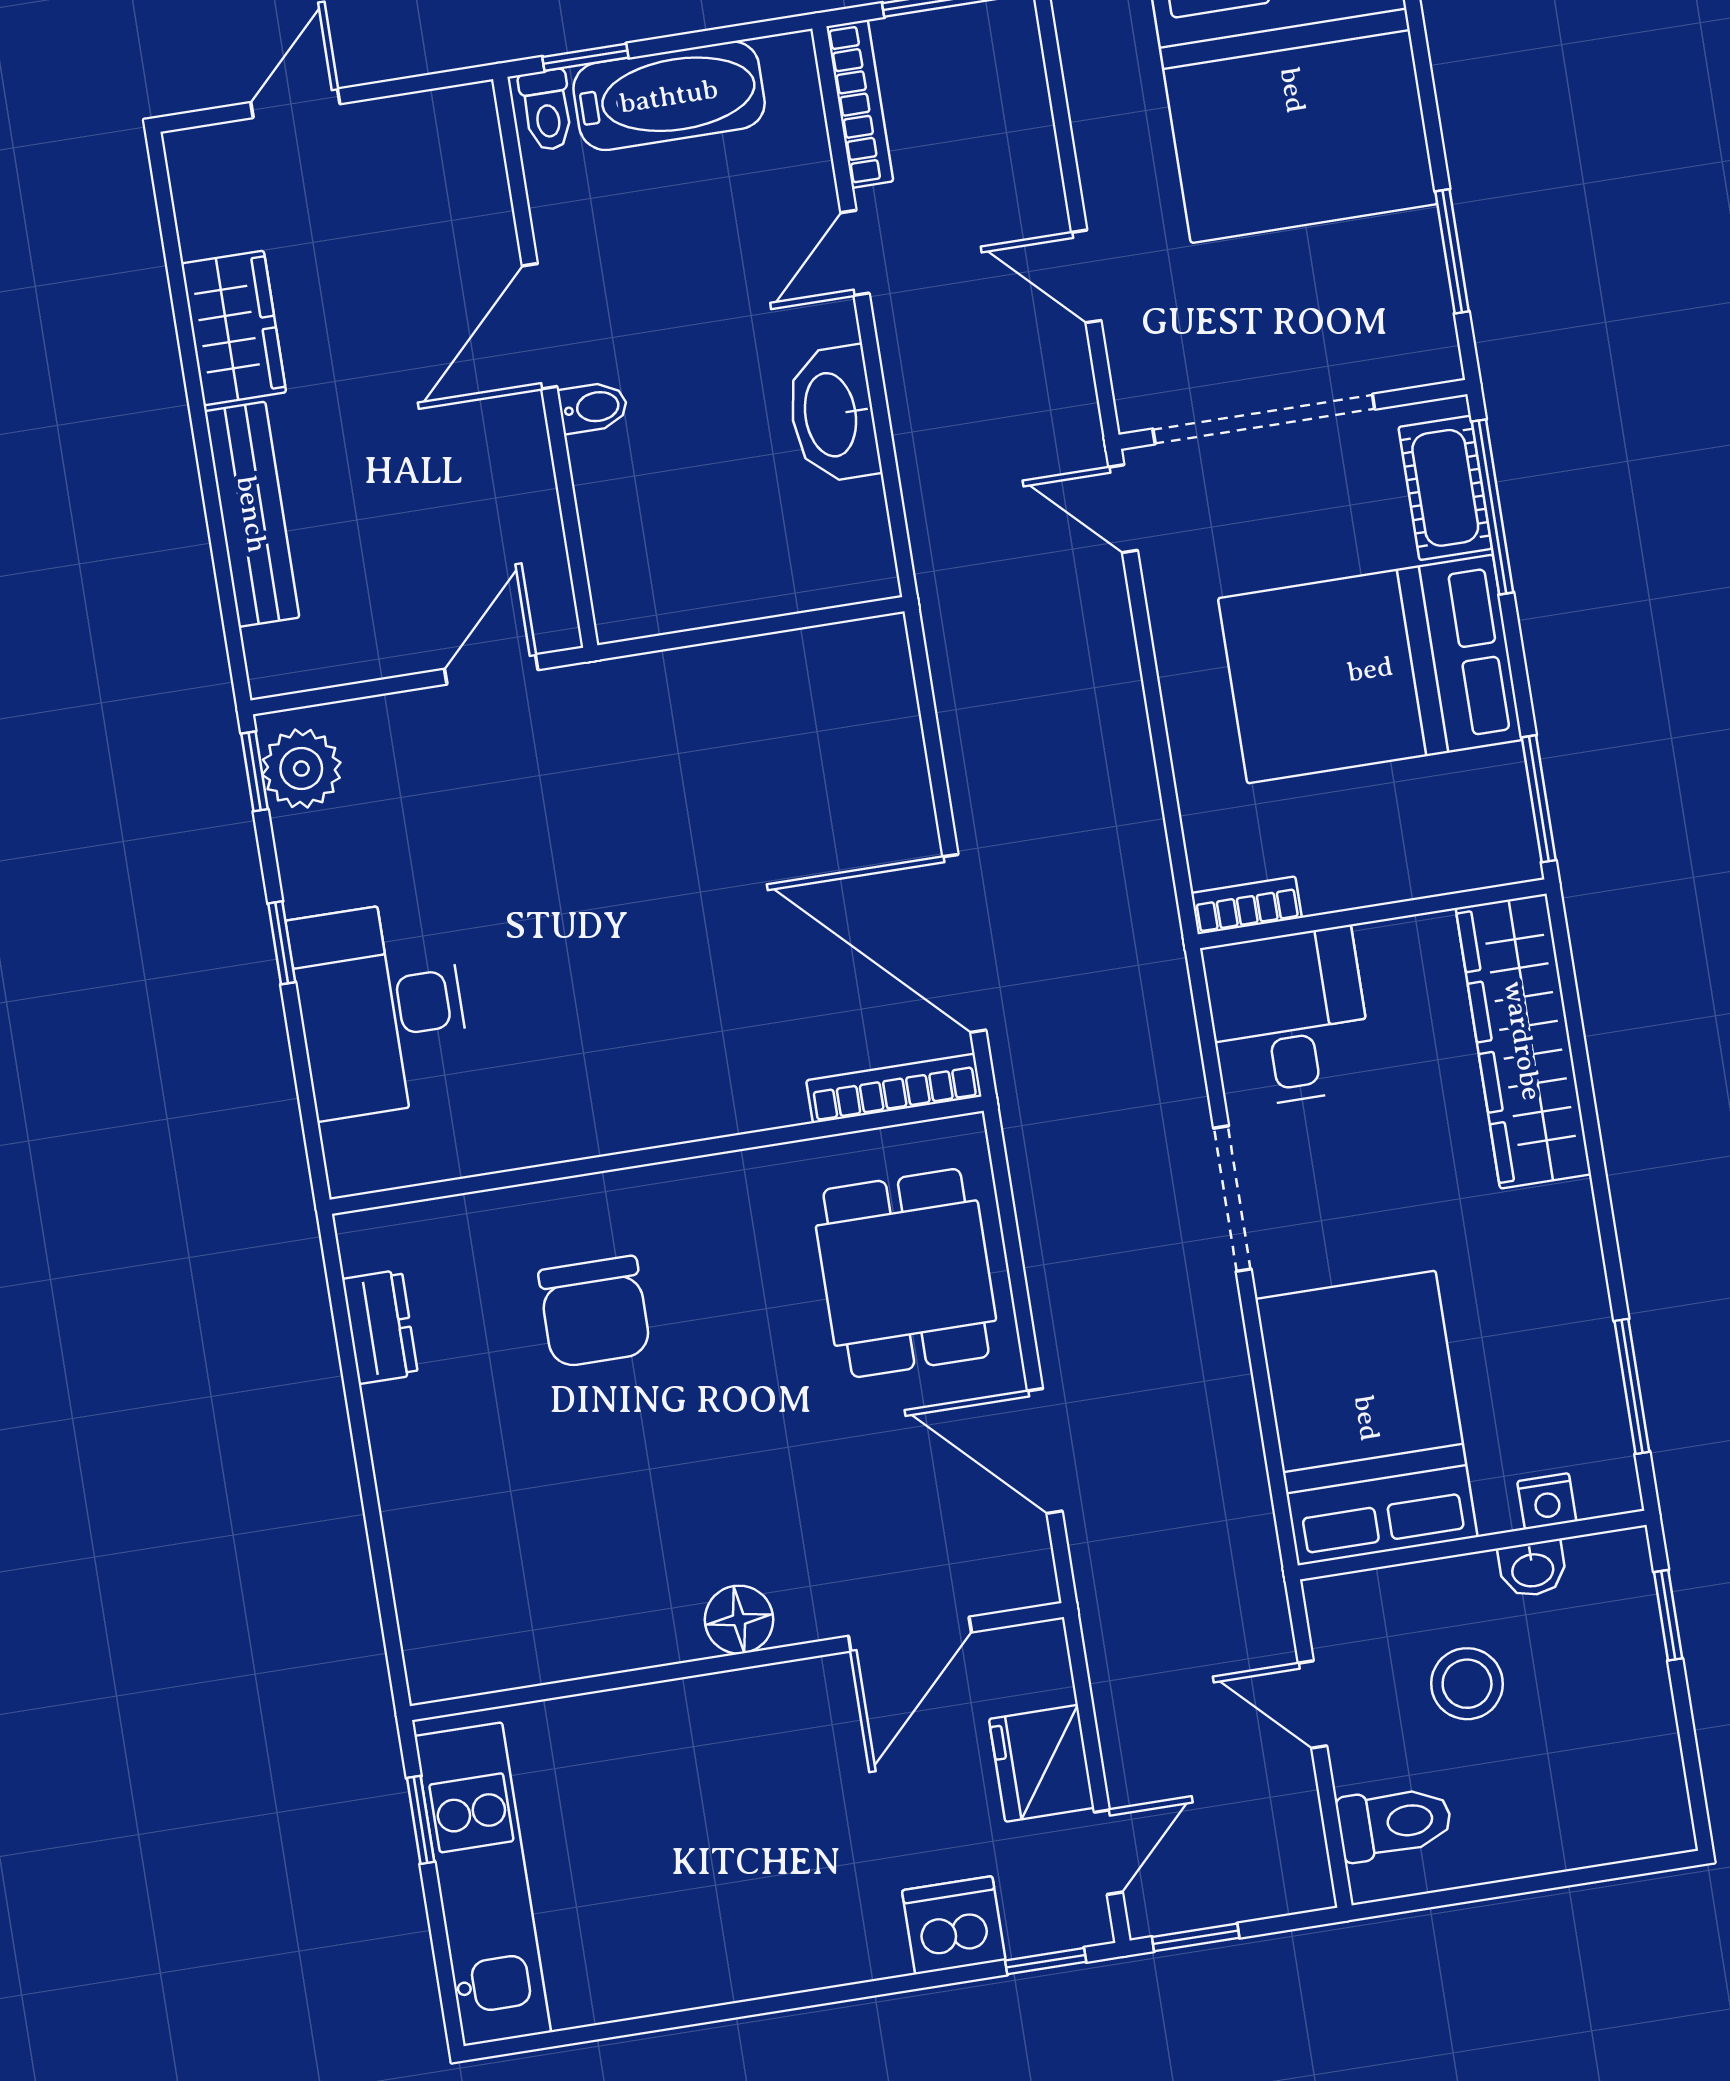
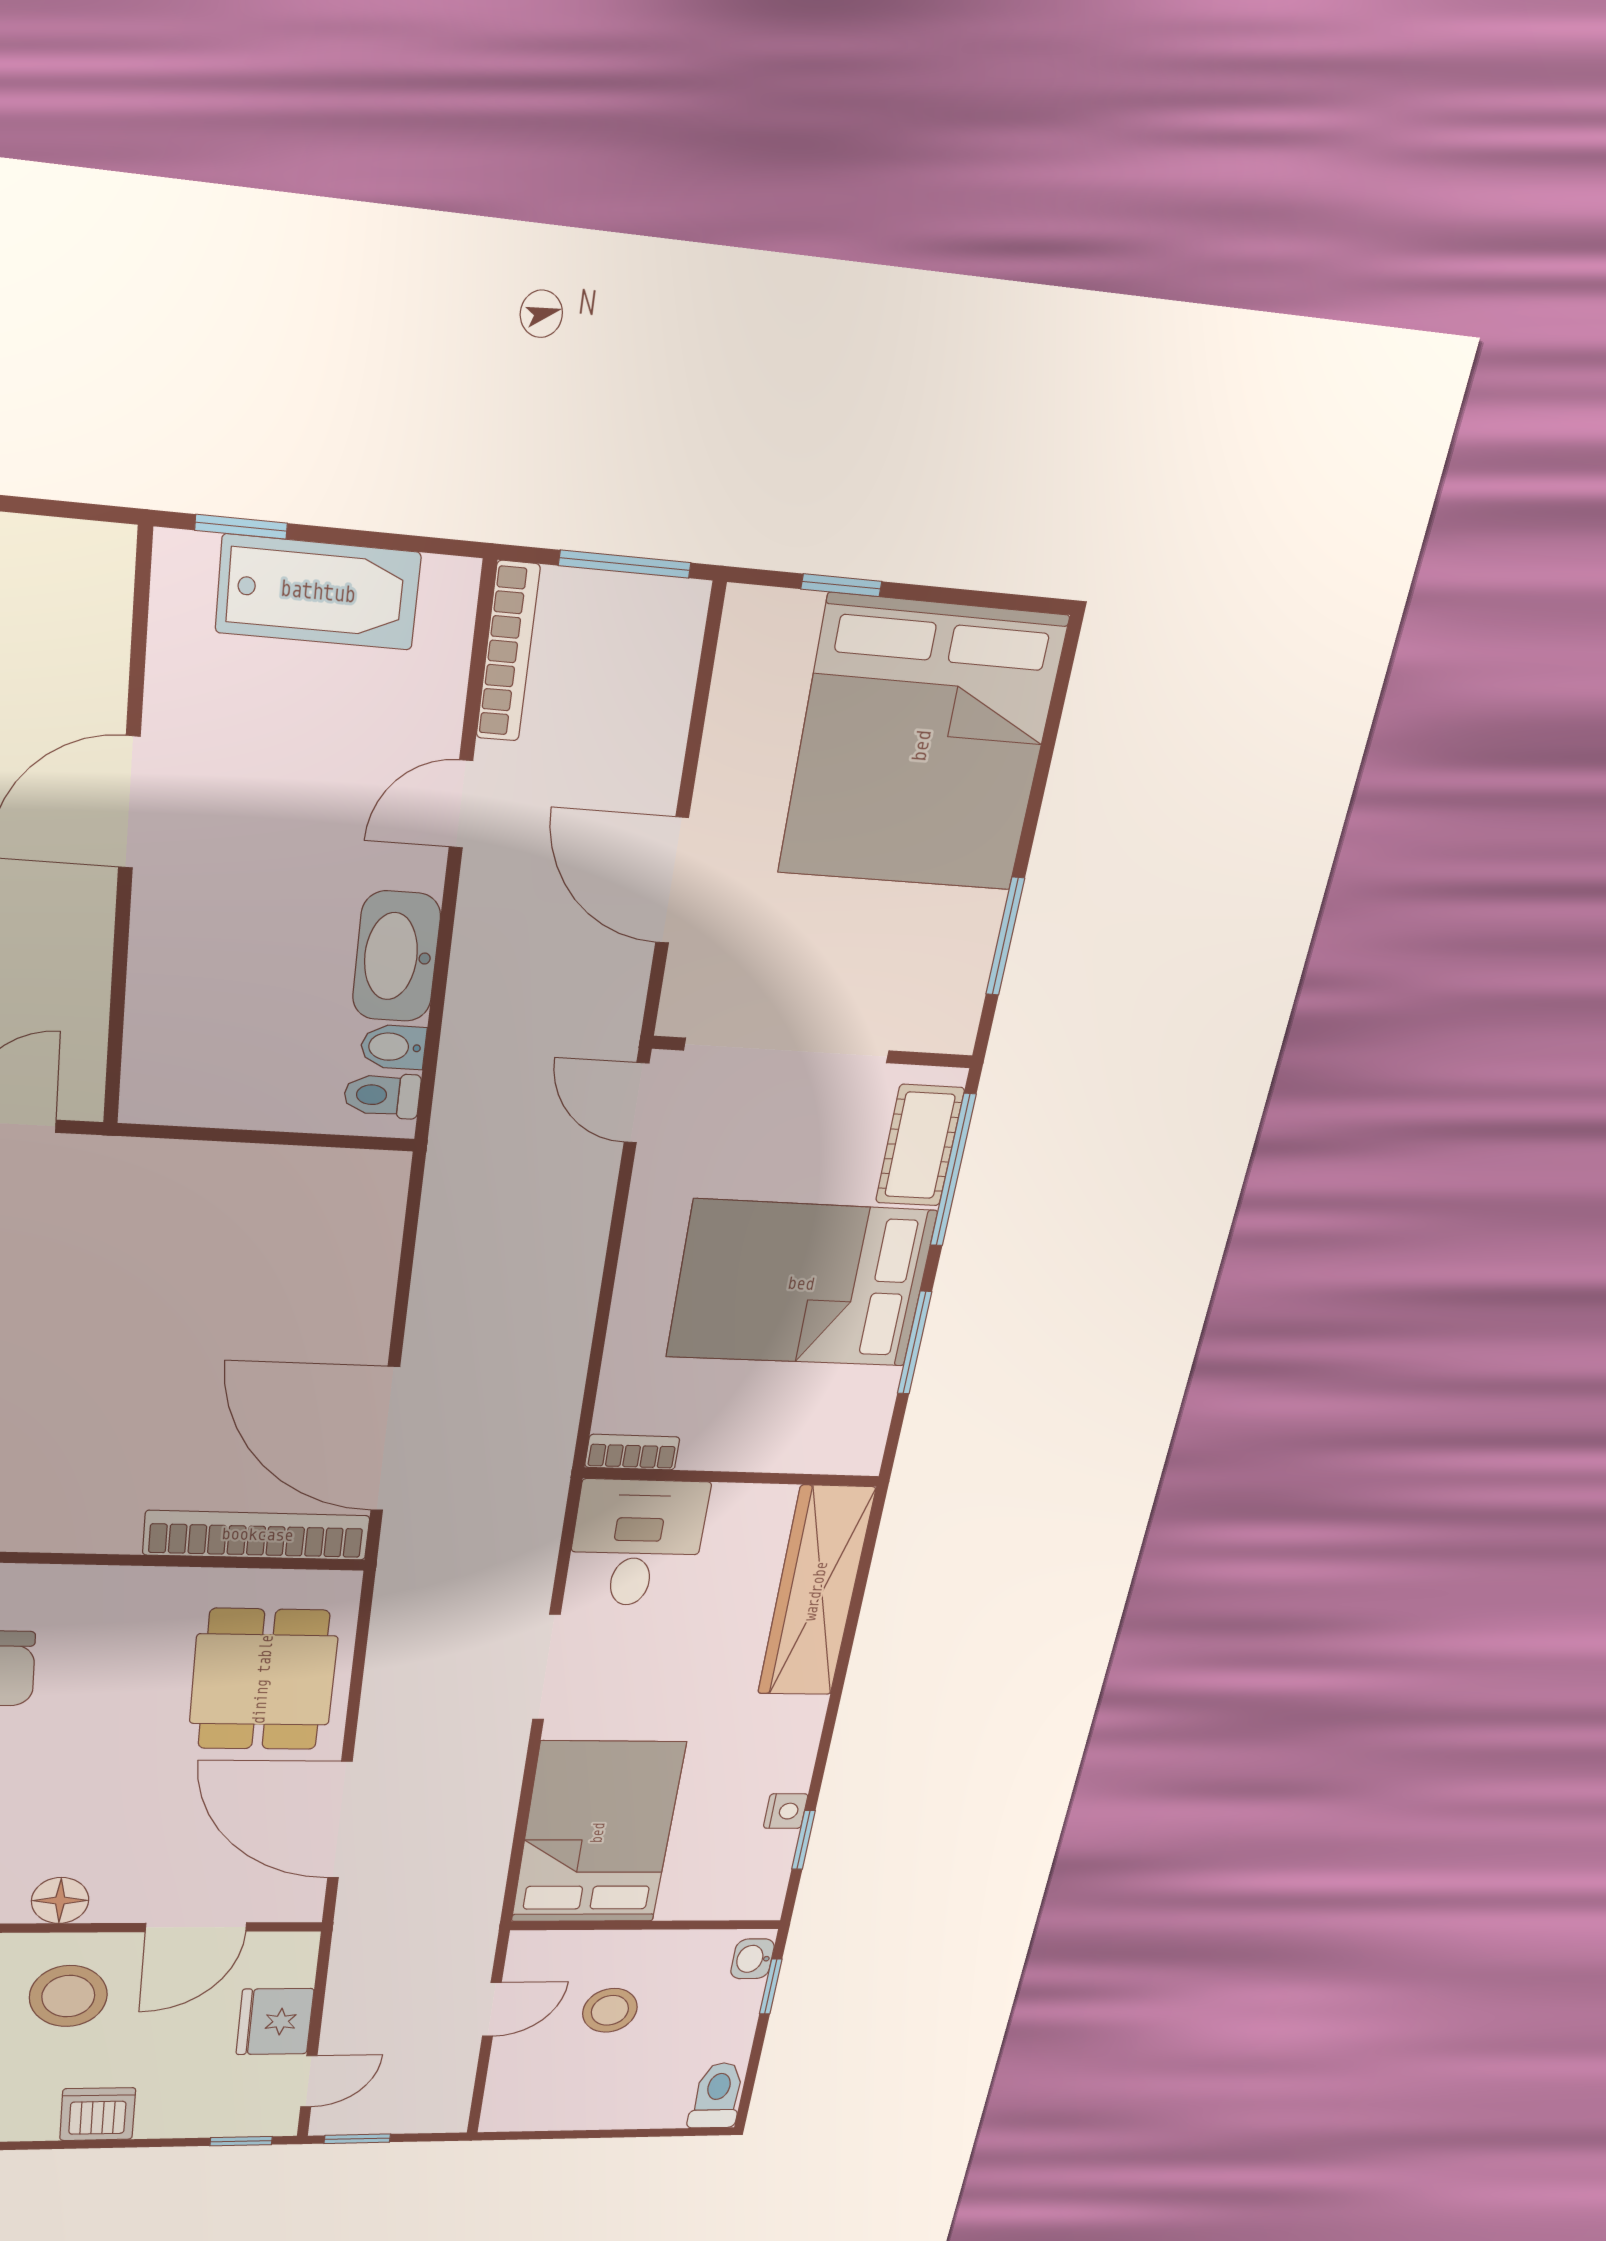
toilet: (547, 110) -> (382, 1095), moved, turned 90
door: (1086, 276) -> (672, 880), width x1.38
bidet: (593, 407) -> (393, 1047), moved, turned 180
window: (1539, 799) -> (914, 1343), moved
bookcase: (894, 1088) -> (257, 1535), width x1.48, depth x1.31
window: (1632, 1386) -> (803, 1840), width x0.67
door: (1045, 1451) -> (340, 1820), width x1.36
nightstand: (1547, 1501) -> (786, 1811), moved, turned -90
washbasin: (1533, 1569) -> (752, 1959), moved, turned 90
door: (1312, 1705) -> (492, 2009), swing flipped
stool: (778, 1761) -> (68, 1996), added
toilet: (1394, 1823) -> (717, 2096), moved, turned -90
dishwasher: (954, 1925) -> (98, 2114), moved

